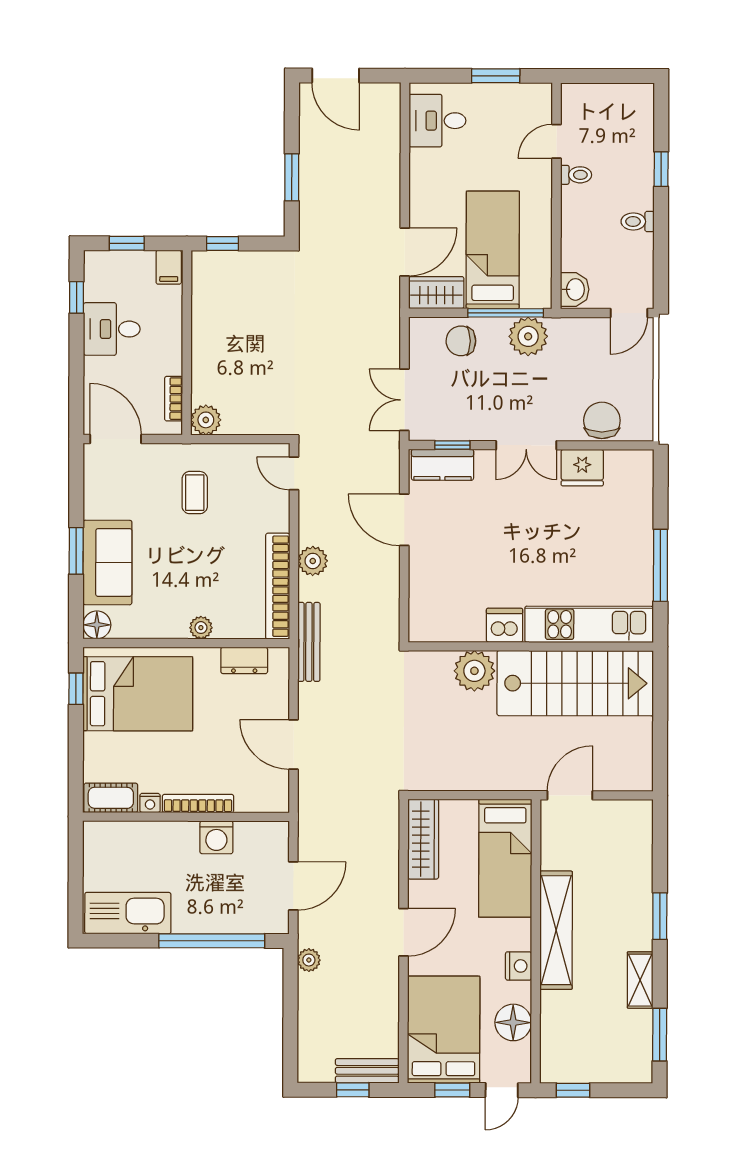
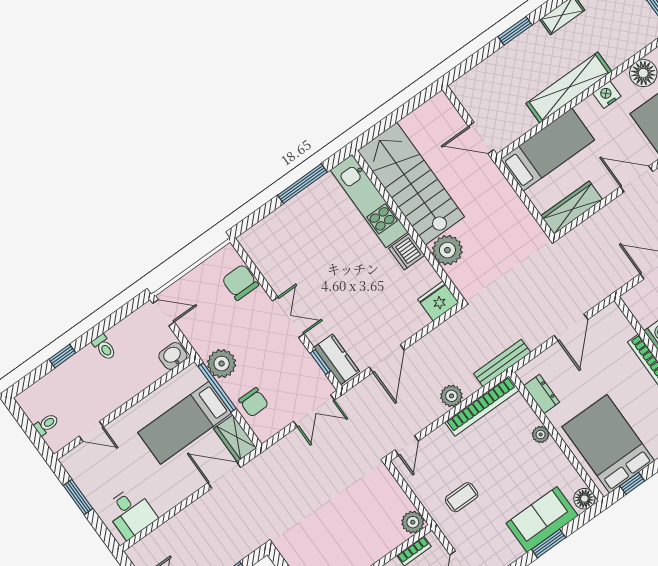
toilet: (576, 175) -> (46, 424), moved, turned 90
chair: (602, 420) -> (240, 282), turned 90
fridge: (582, 468) -> (438, 301), moved, turned -90

